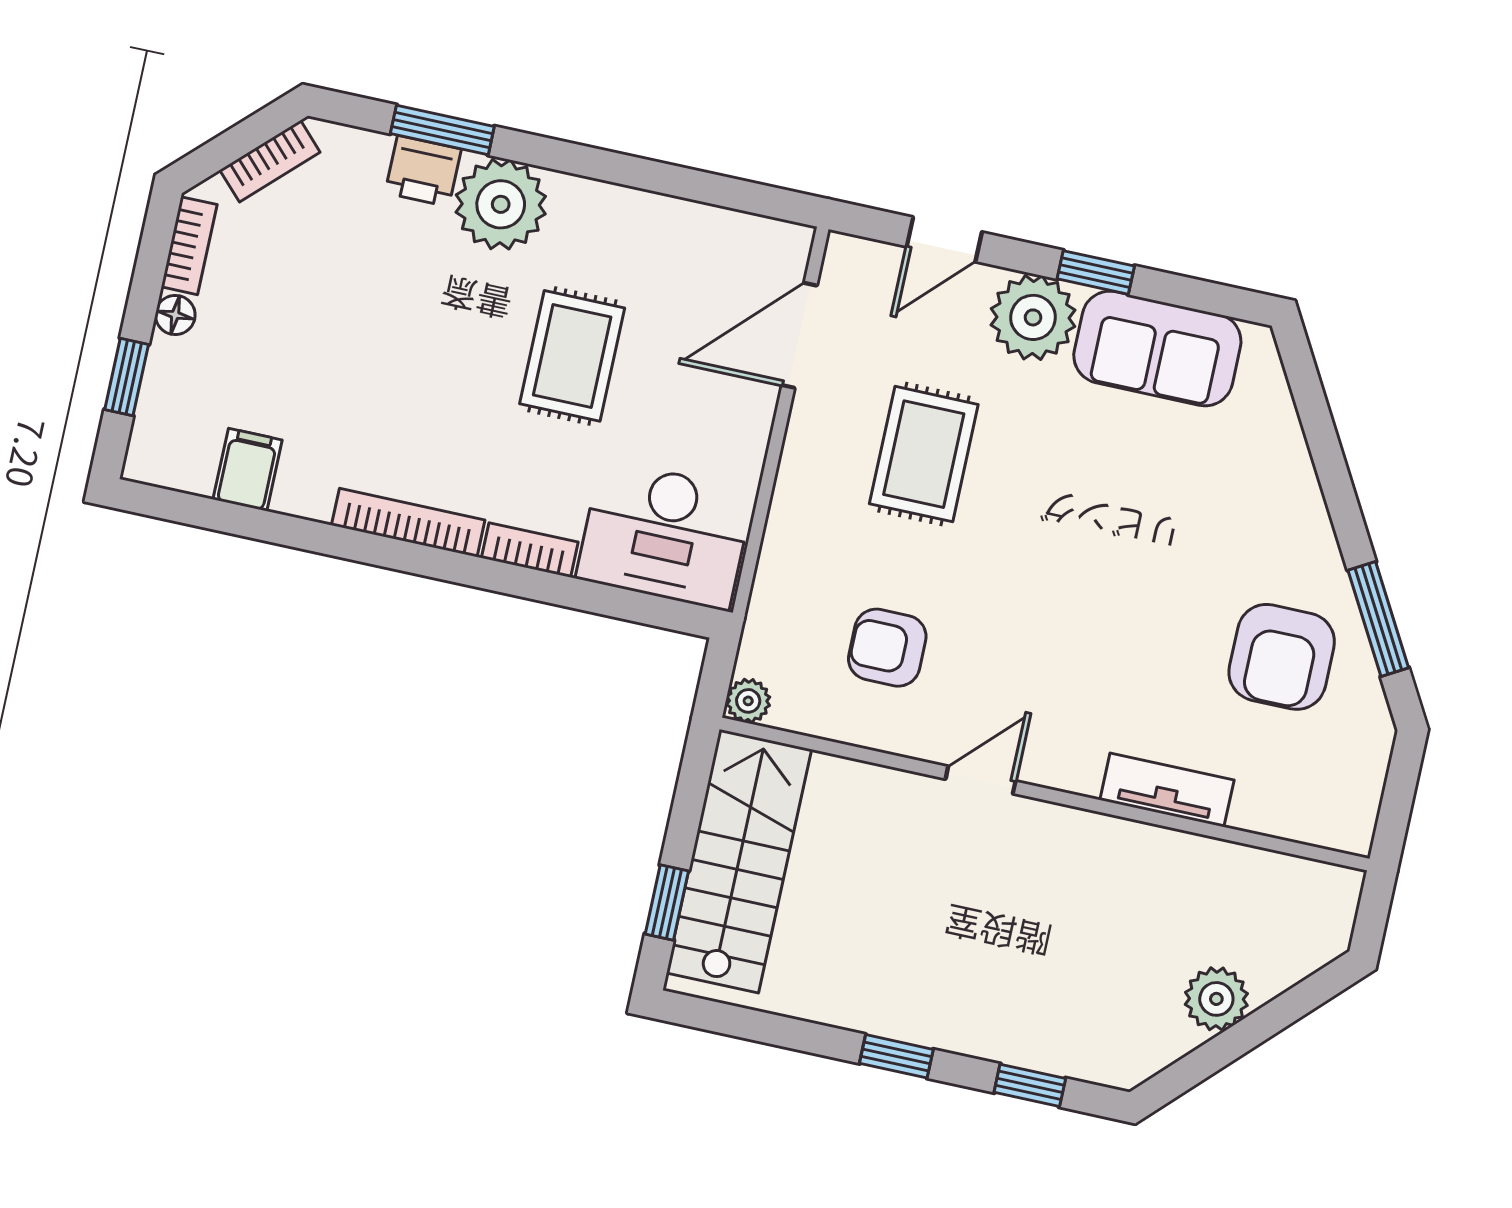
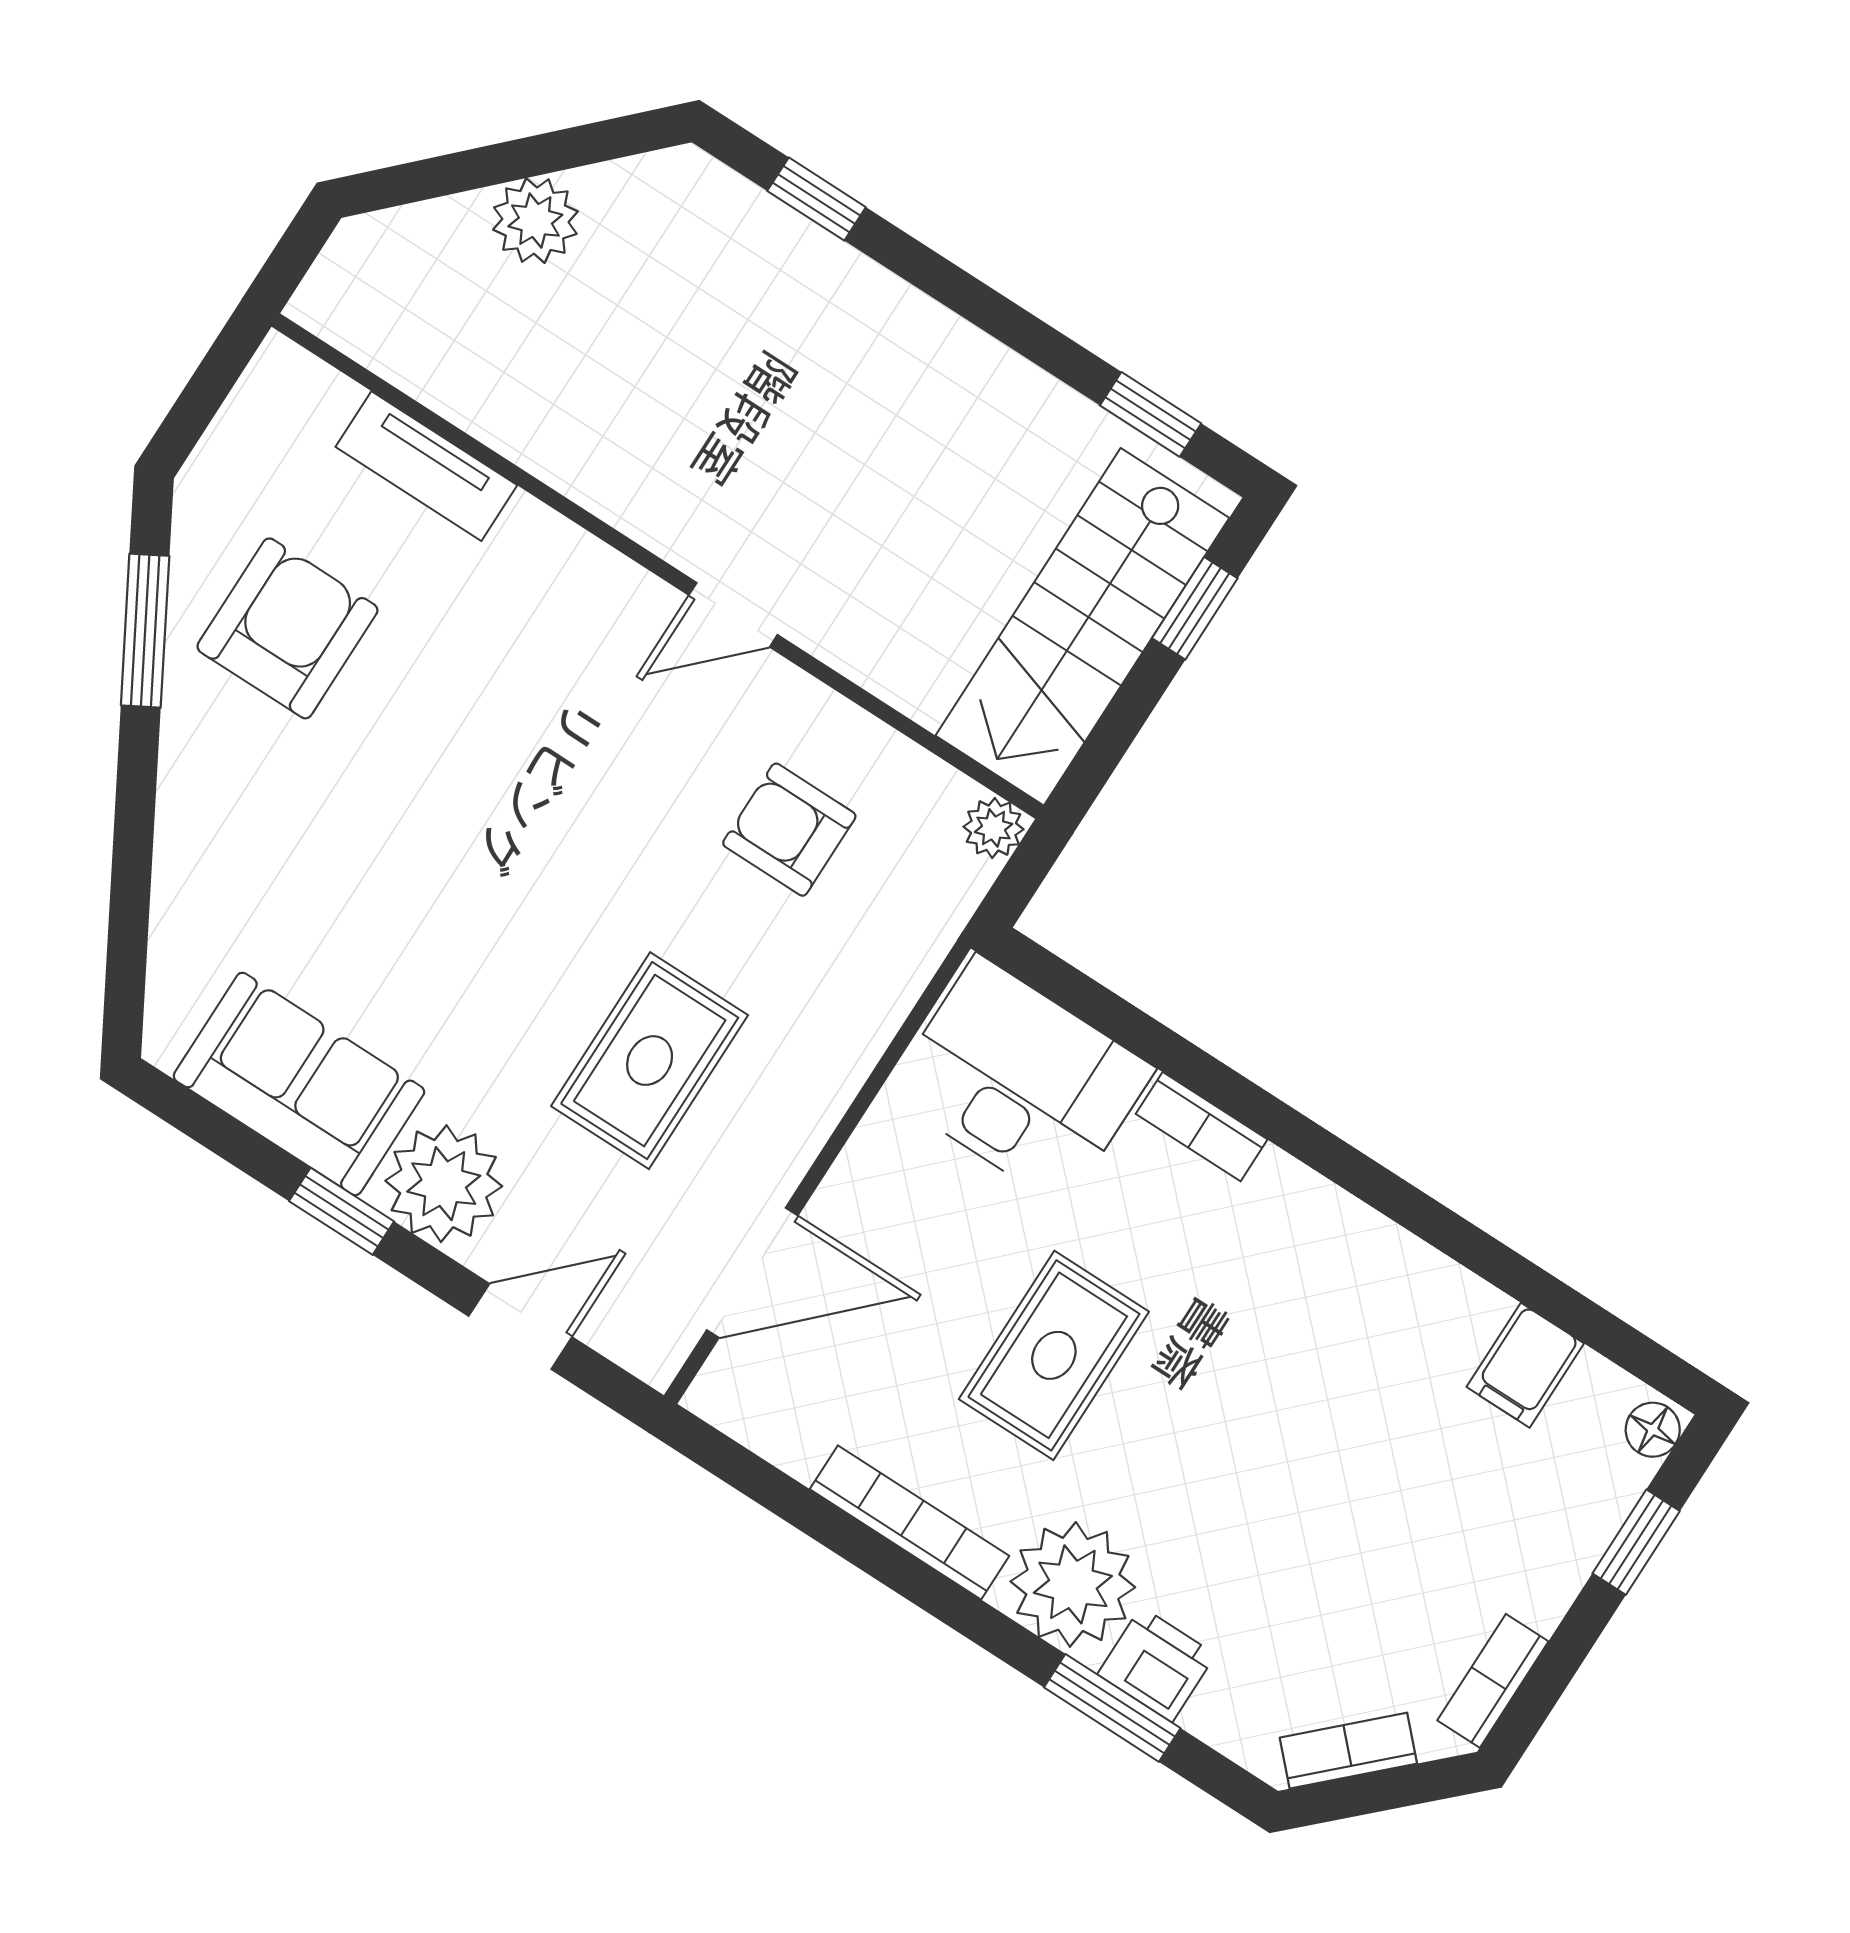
floor lamp: (175, 315) -> (1653, 1430), moved
bookcase: (408, 523) -> (909, 1522), moved, turned 180
armchair: (887, 648) -> (789, 830), turned 180
tv unit: (1167, 790) -> (426, 466), moved
window: (896, 1056) -> (1151, 414), moved

